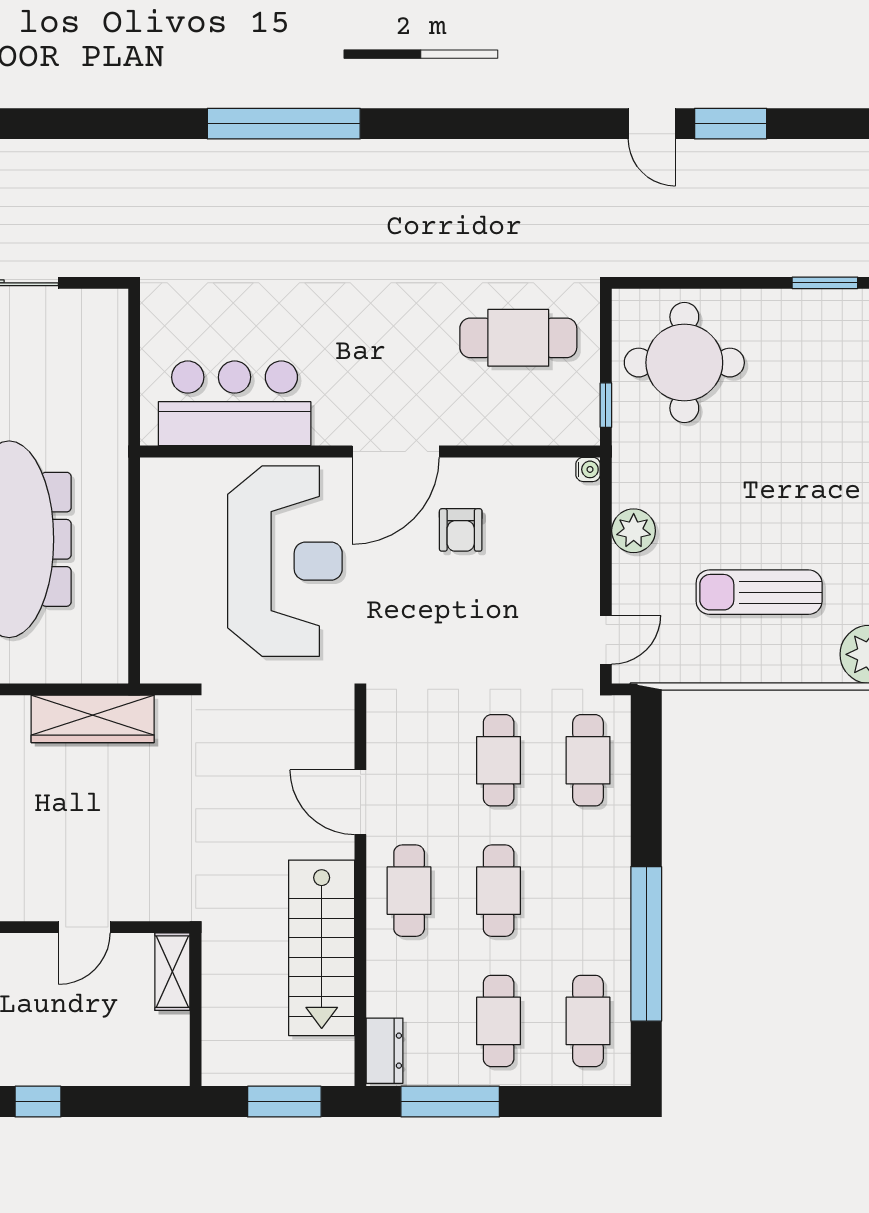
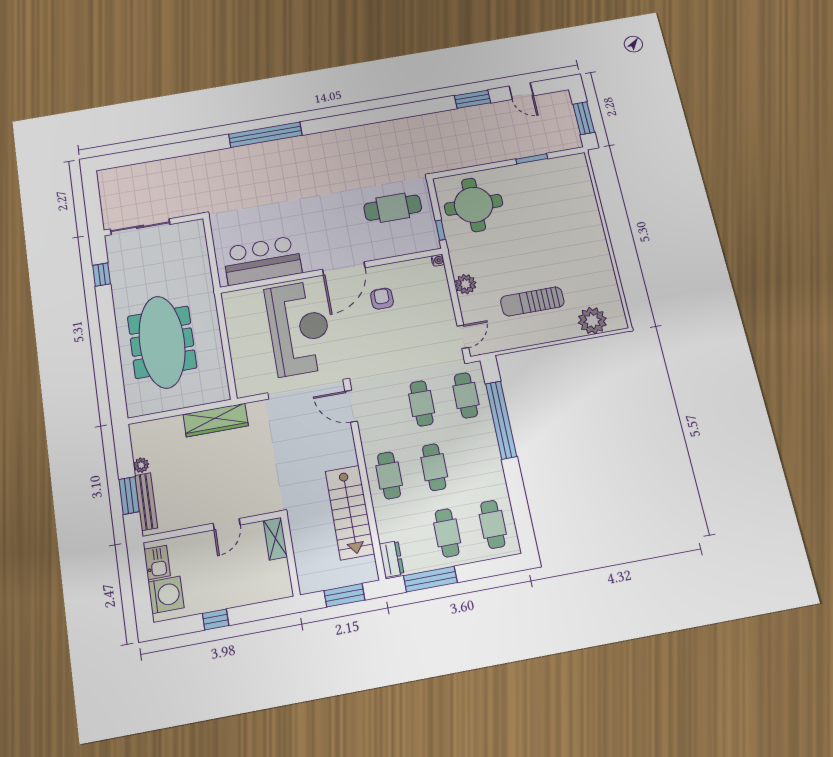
door: (652, 124) -> (521, 91), moved
armchair: (461, 530) -> (382, 299), turned 180
door: (360, 802) -> (351, 406), moved
window: (646, 944) -> (501, 420), moved

